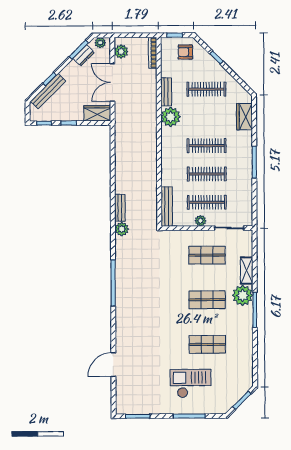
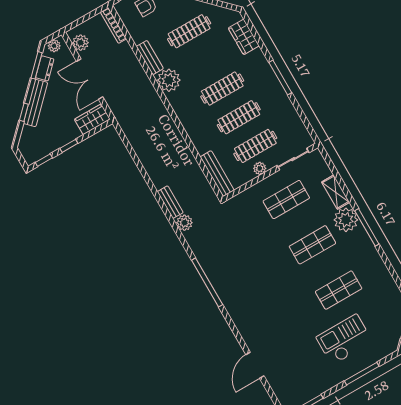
bench: (48, 91) -> (35, 103), moved

